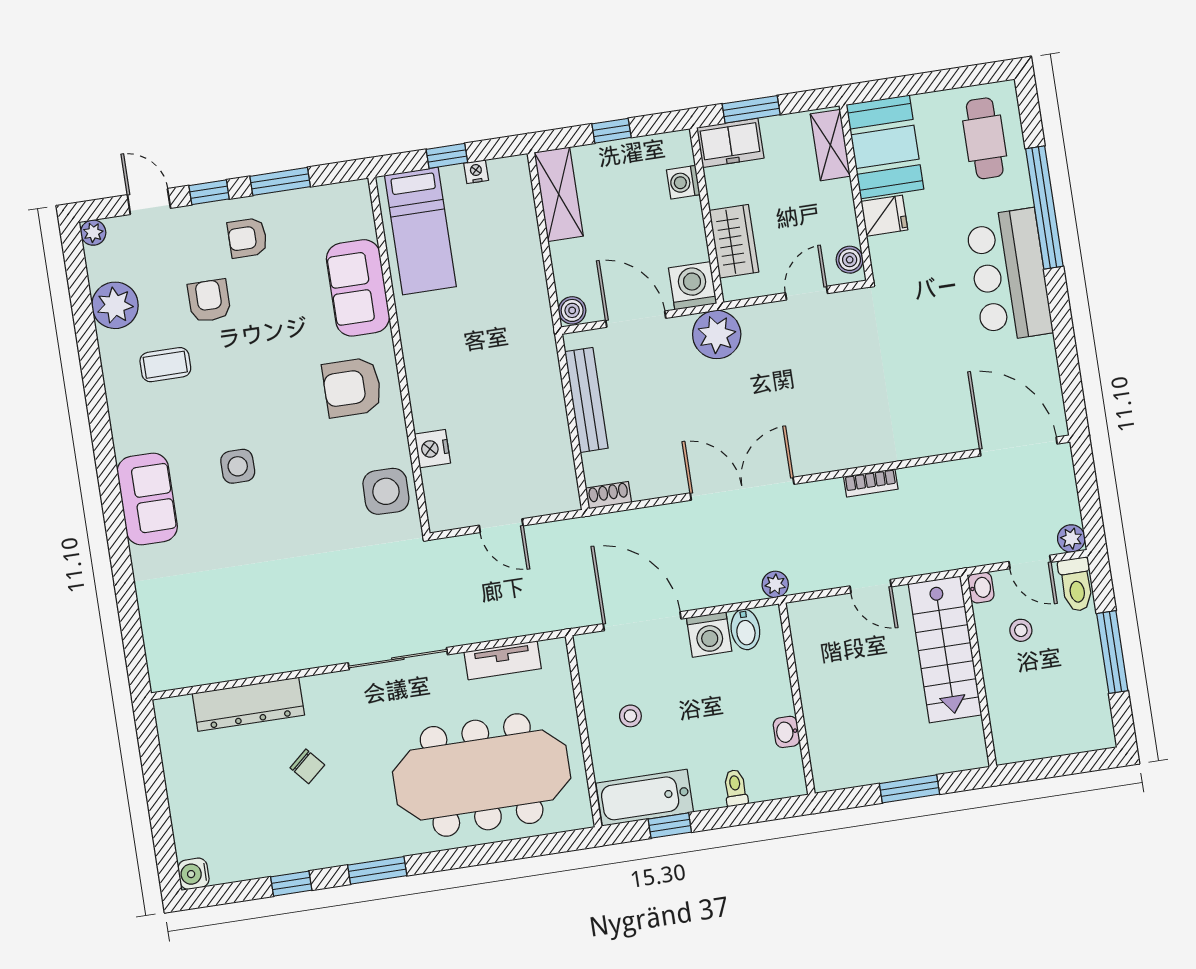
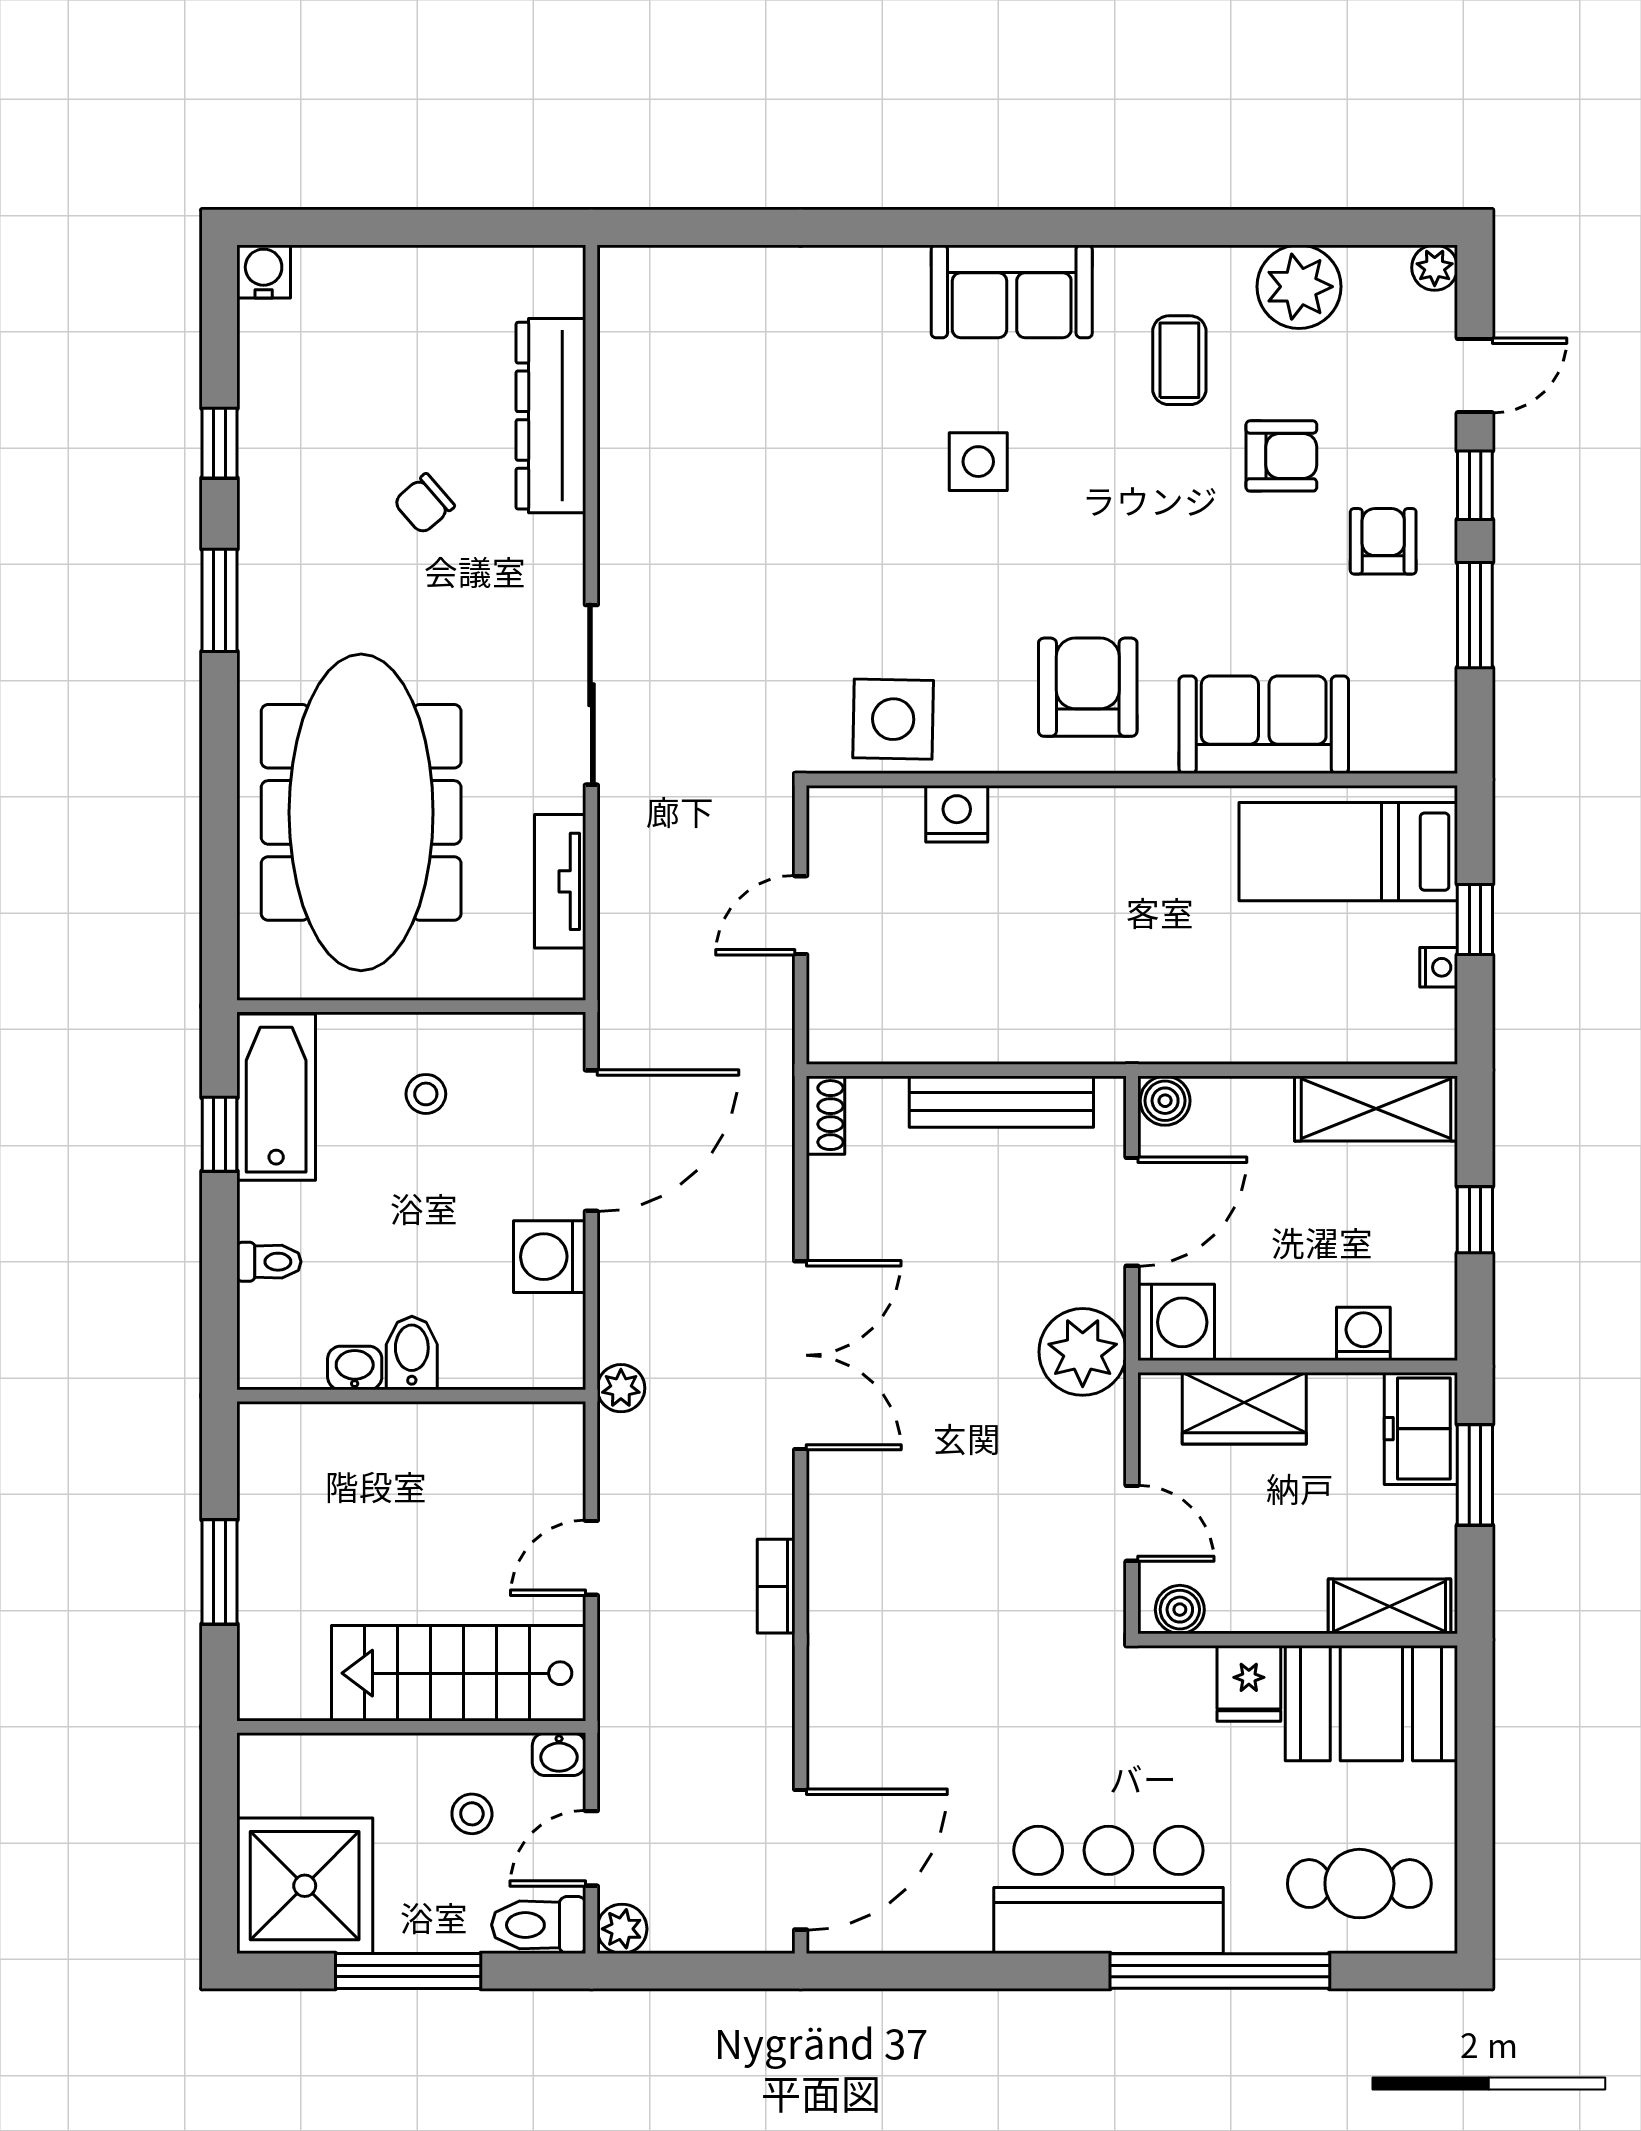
sofa: (147, 499) -> (1012, 291), moved
bidet: (745, 629) -> (412, 1353), moved, turned 90
shower: (1074, 716) -> (305, 1886), added

